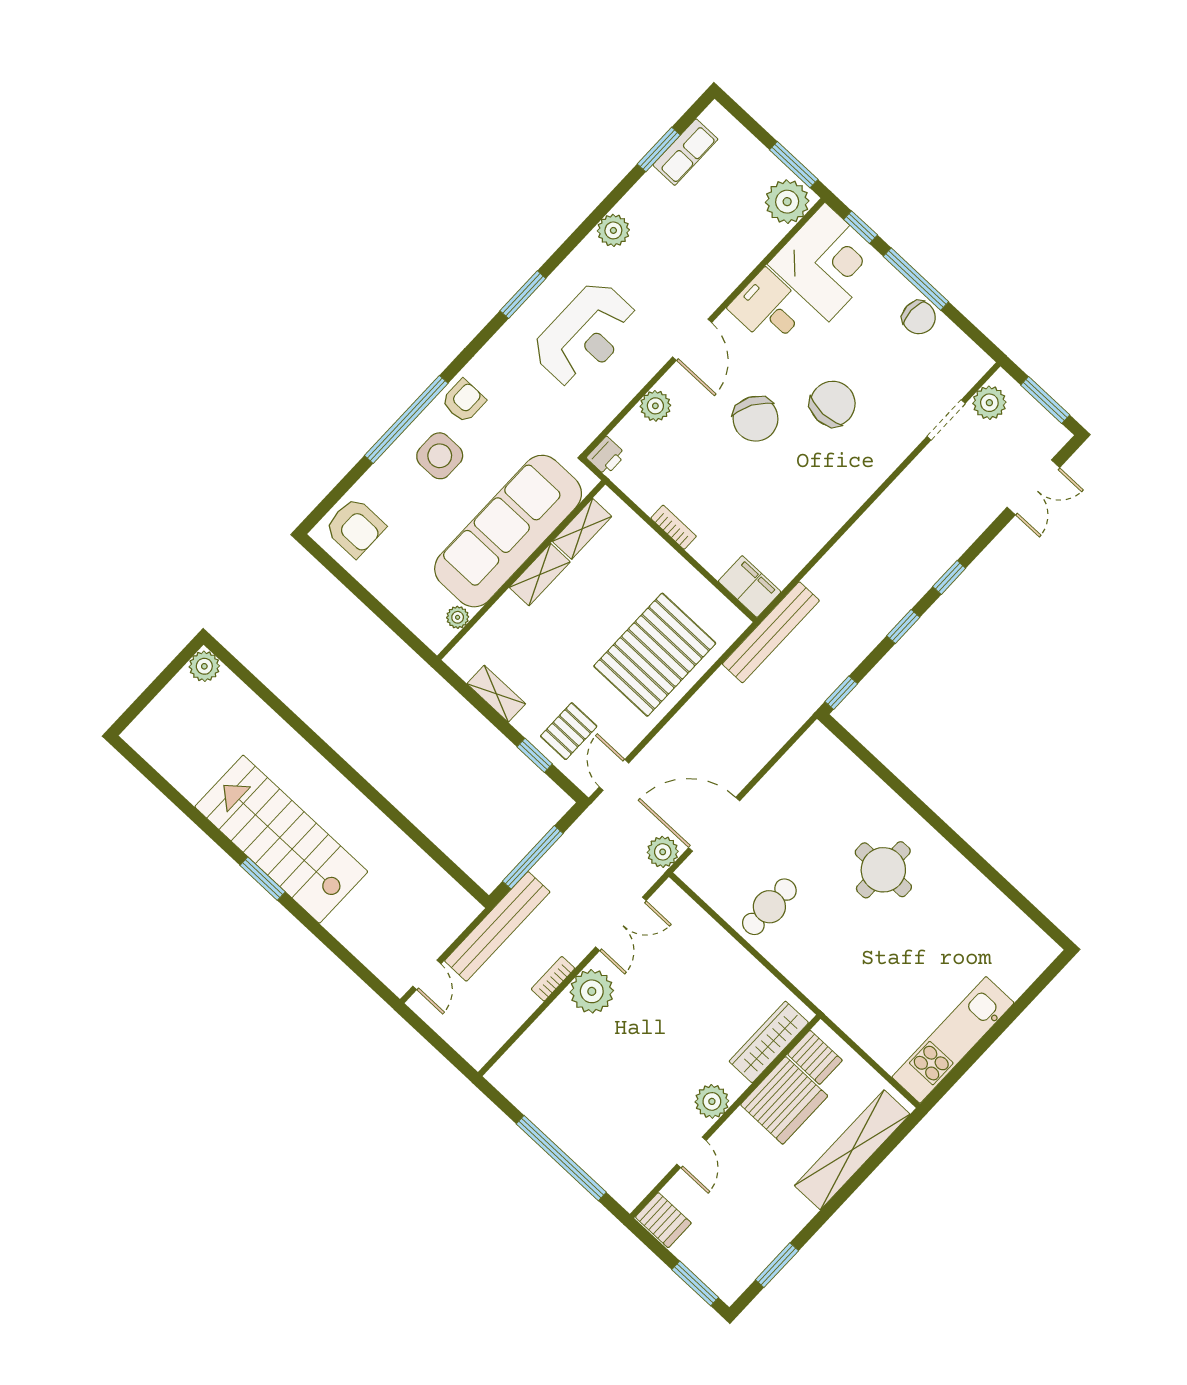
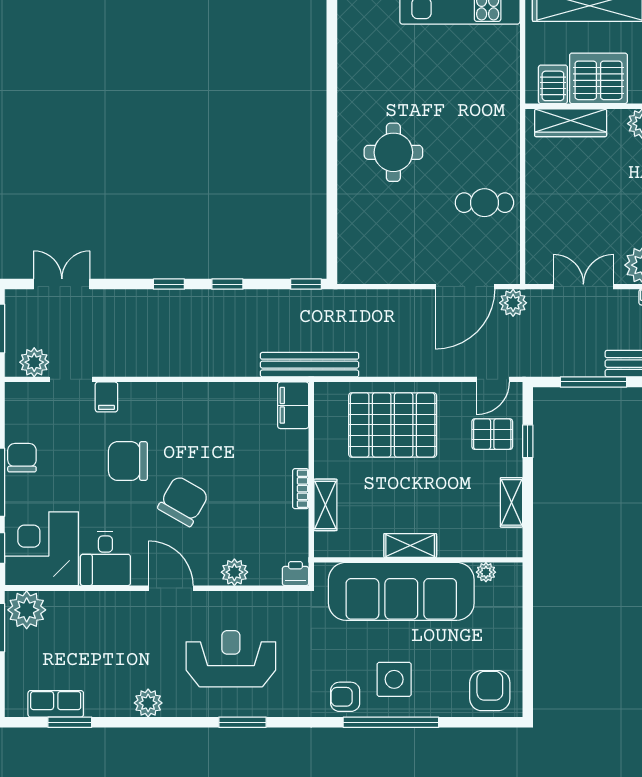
door: (692, 340) -> (171, 588), hinge flipped
filing cabinet: (903, 436) -> (106, 397), added
shelving: (582, 529) -> (325, 505), moved, turned 90
door: (714, 824) -> (465, 287), hinge flipped

